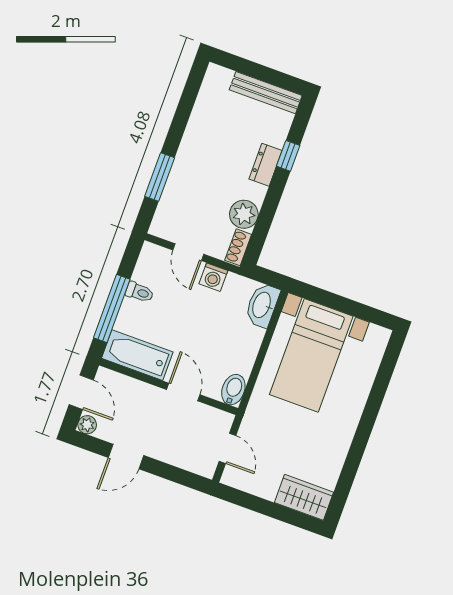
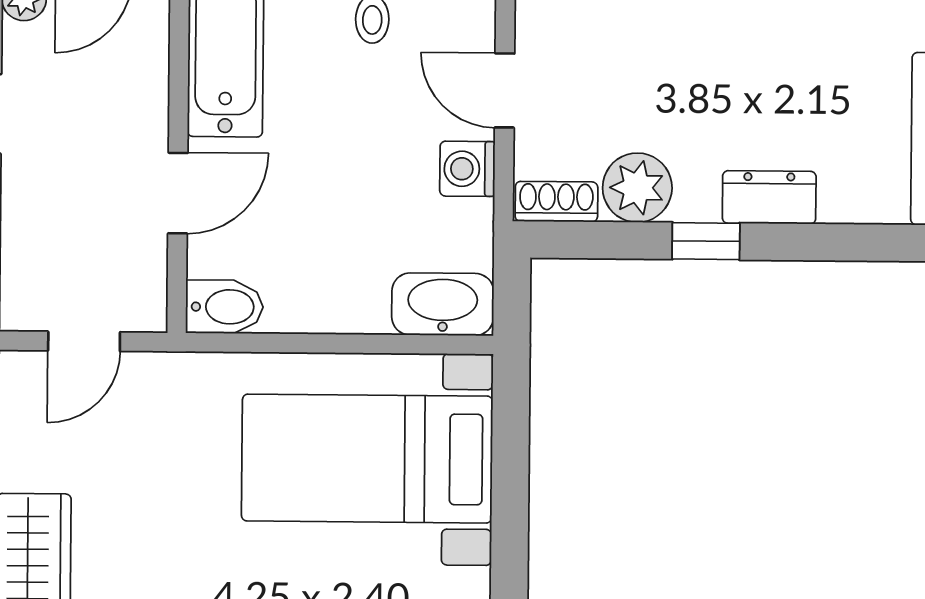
window: (288, 156) -> (706, 241), moved
door: (188, 252) -> (505, 90), hinge flipped

